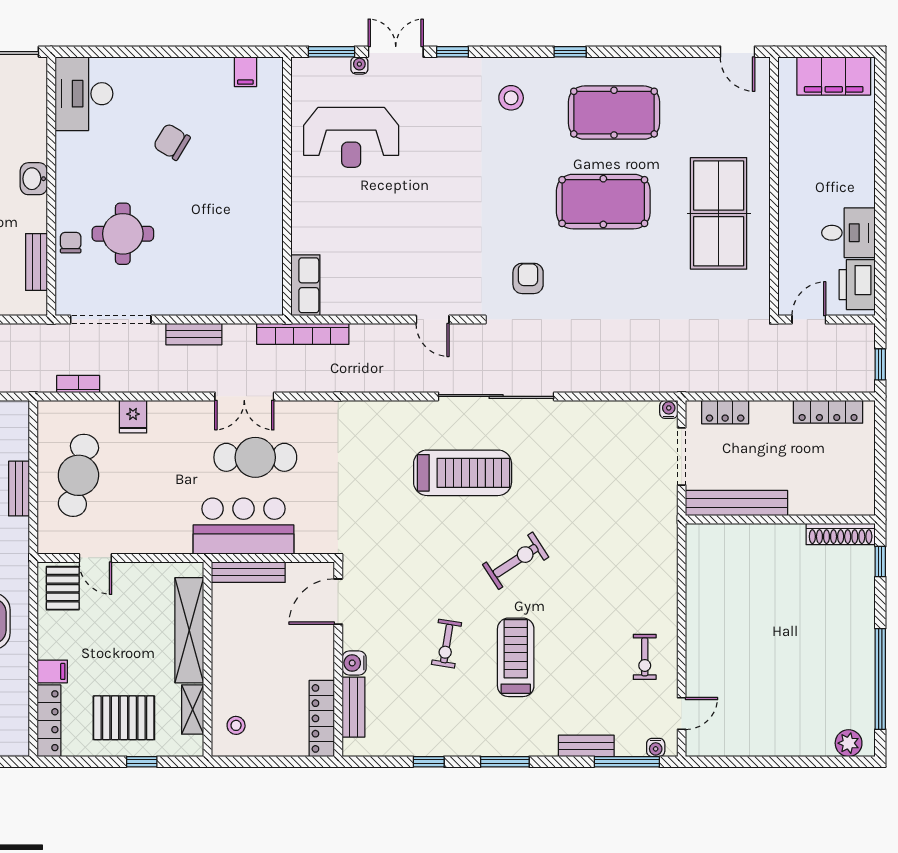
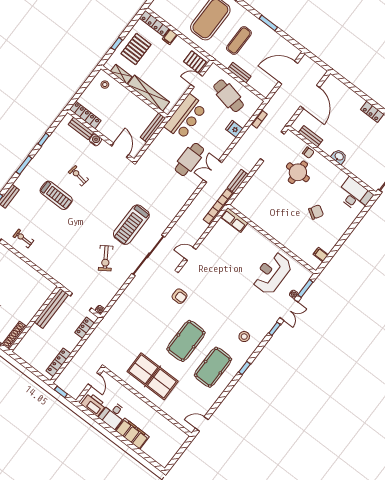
filing cabinet: (834, 76) -> (132, 434), moved, turned 90
bench: (194, 334) -> (238, 181), moved
bar counter: (243, 526) -> (186, 117), moved
exercise bike: (516, 561) -> (106, 258), moved

